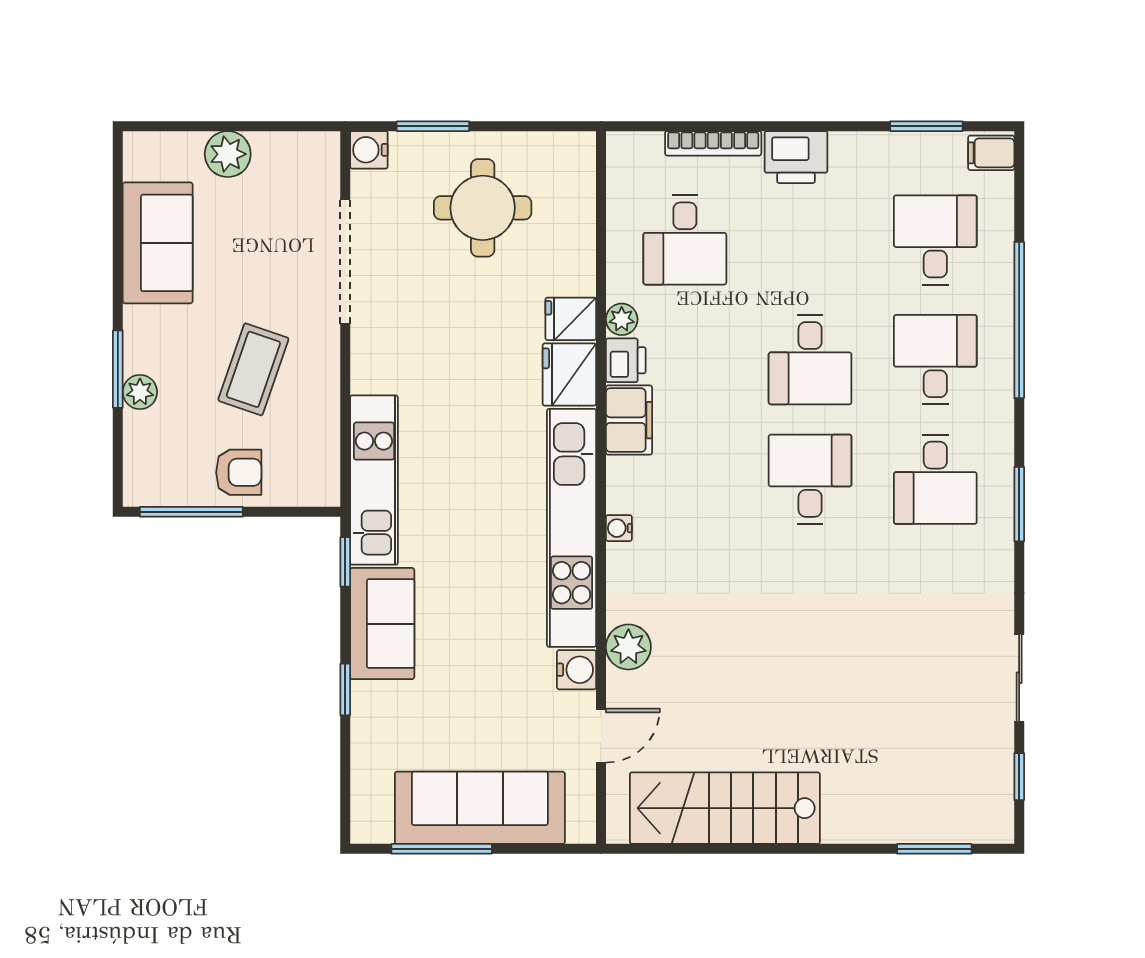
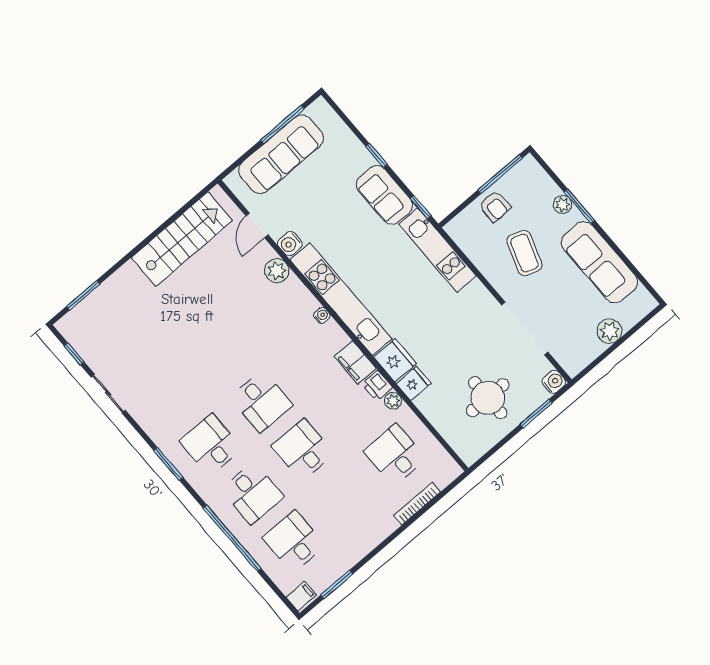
printer: (796, 157) -> (379, 527), removed
desk: (935, 240) -> (294, 542), turned 180
sofa: (158, 243) -> (599, 262), width x1.36
armchair: (239, 472) -> (495, 206), turned -90

